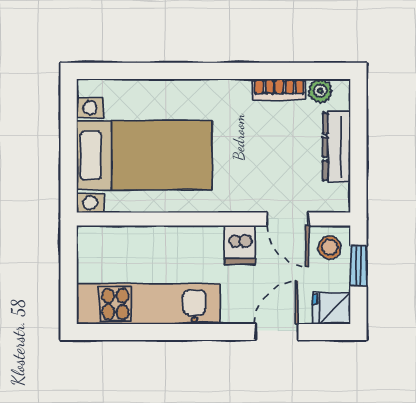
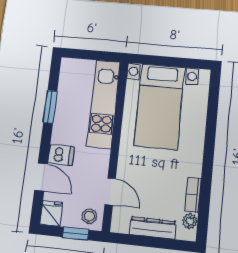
door: (288, 219) -> (110, 192), swing flipped
dishwasher: (240, 245) -> (61, 155), moved, turned 180
kitchen unit: (148, 304) -> (104, 104), moved, turned 180
window: (161, 332) -> (50, 107), added

